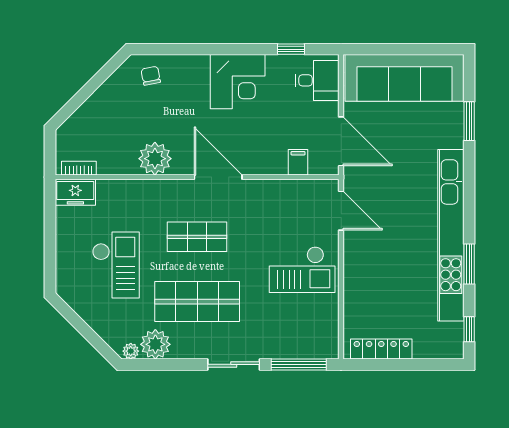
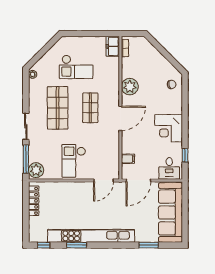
plant: (155, 344) -> (36, 170), moved

